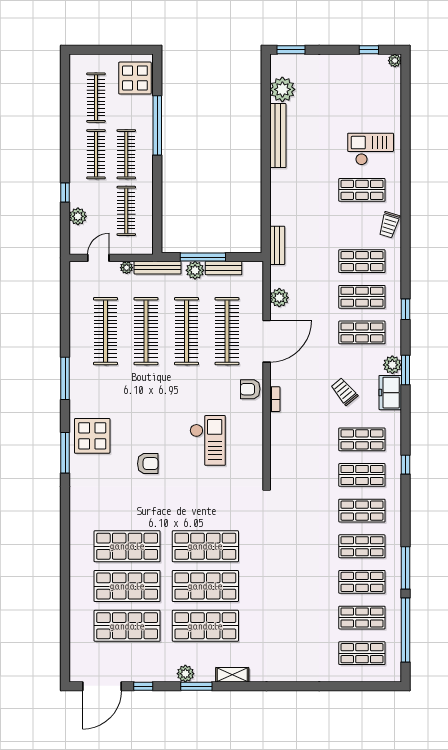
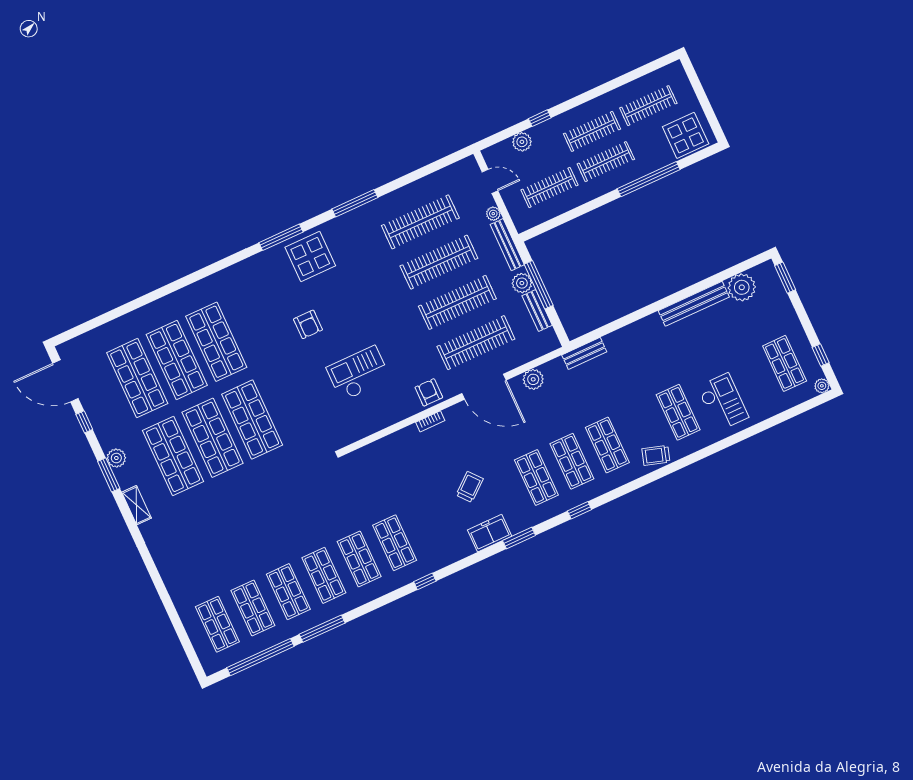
plant: (392, 365) -> (518, 522), removed
shop shelf: (362, 439) -> (785, 363), moved
checkout: (208, 440) -> (358, 374), turned 180

